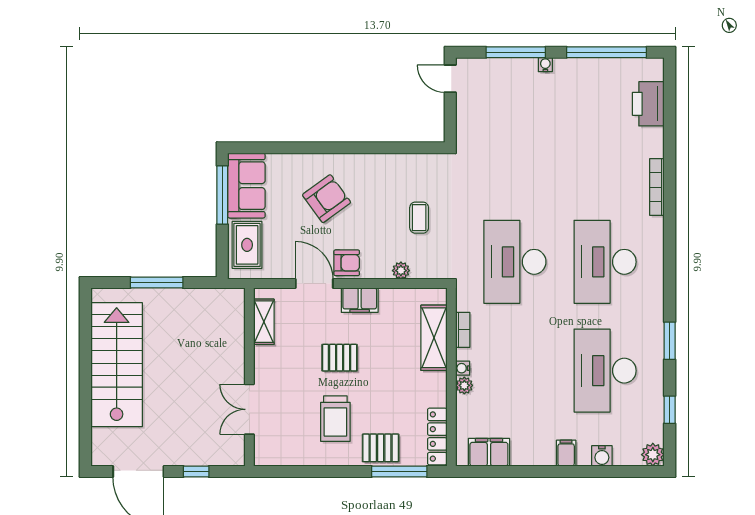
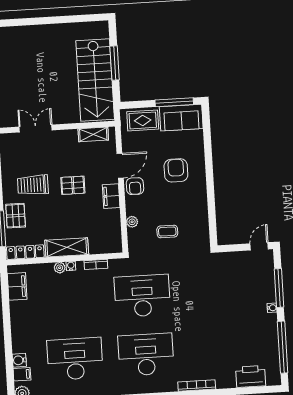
armchair: (327, 199) -> (176, 170), turned -144
shelving: (434, 338) -> (67, 247), moved
pallet: (340, 358) -> (73, 185), turned 90
stairs: (117, 365) -> (95, 80), moved, turned 90
filing cabinet: (566, 453) -> (22, 374), moved

